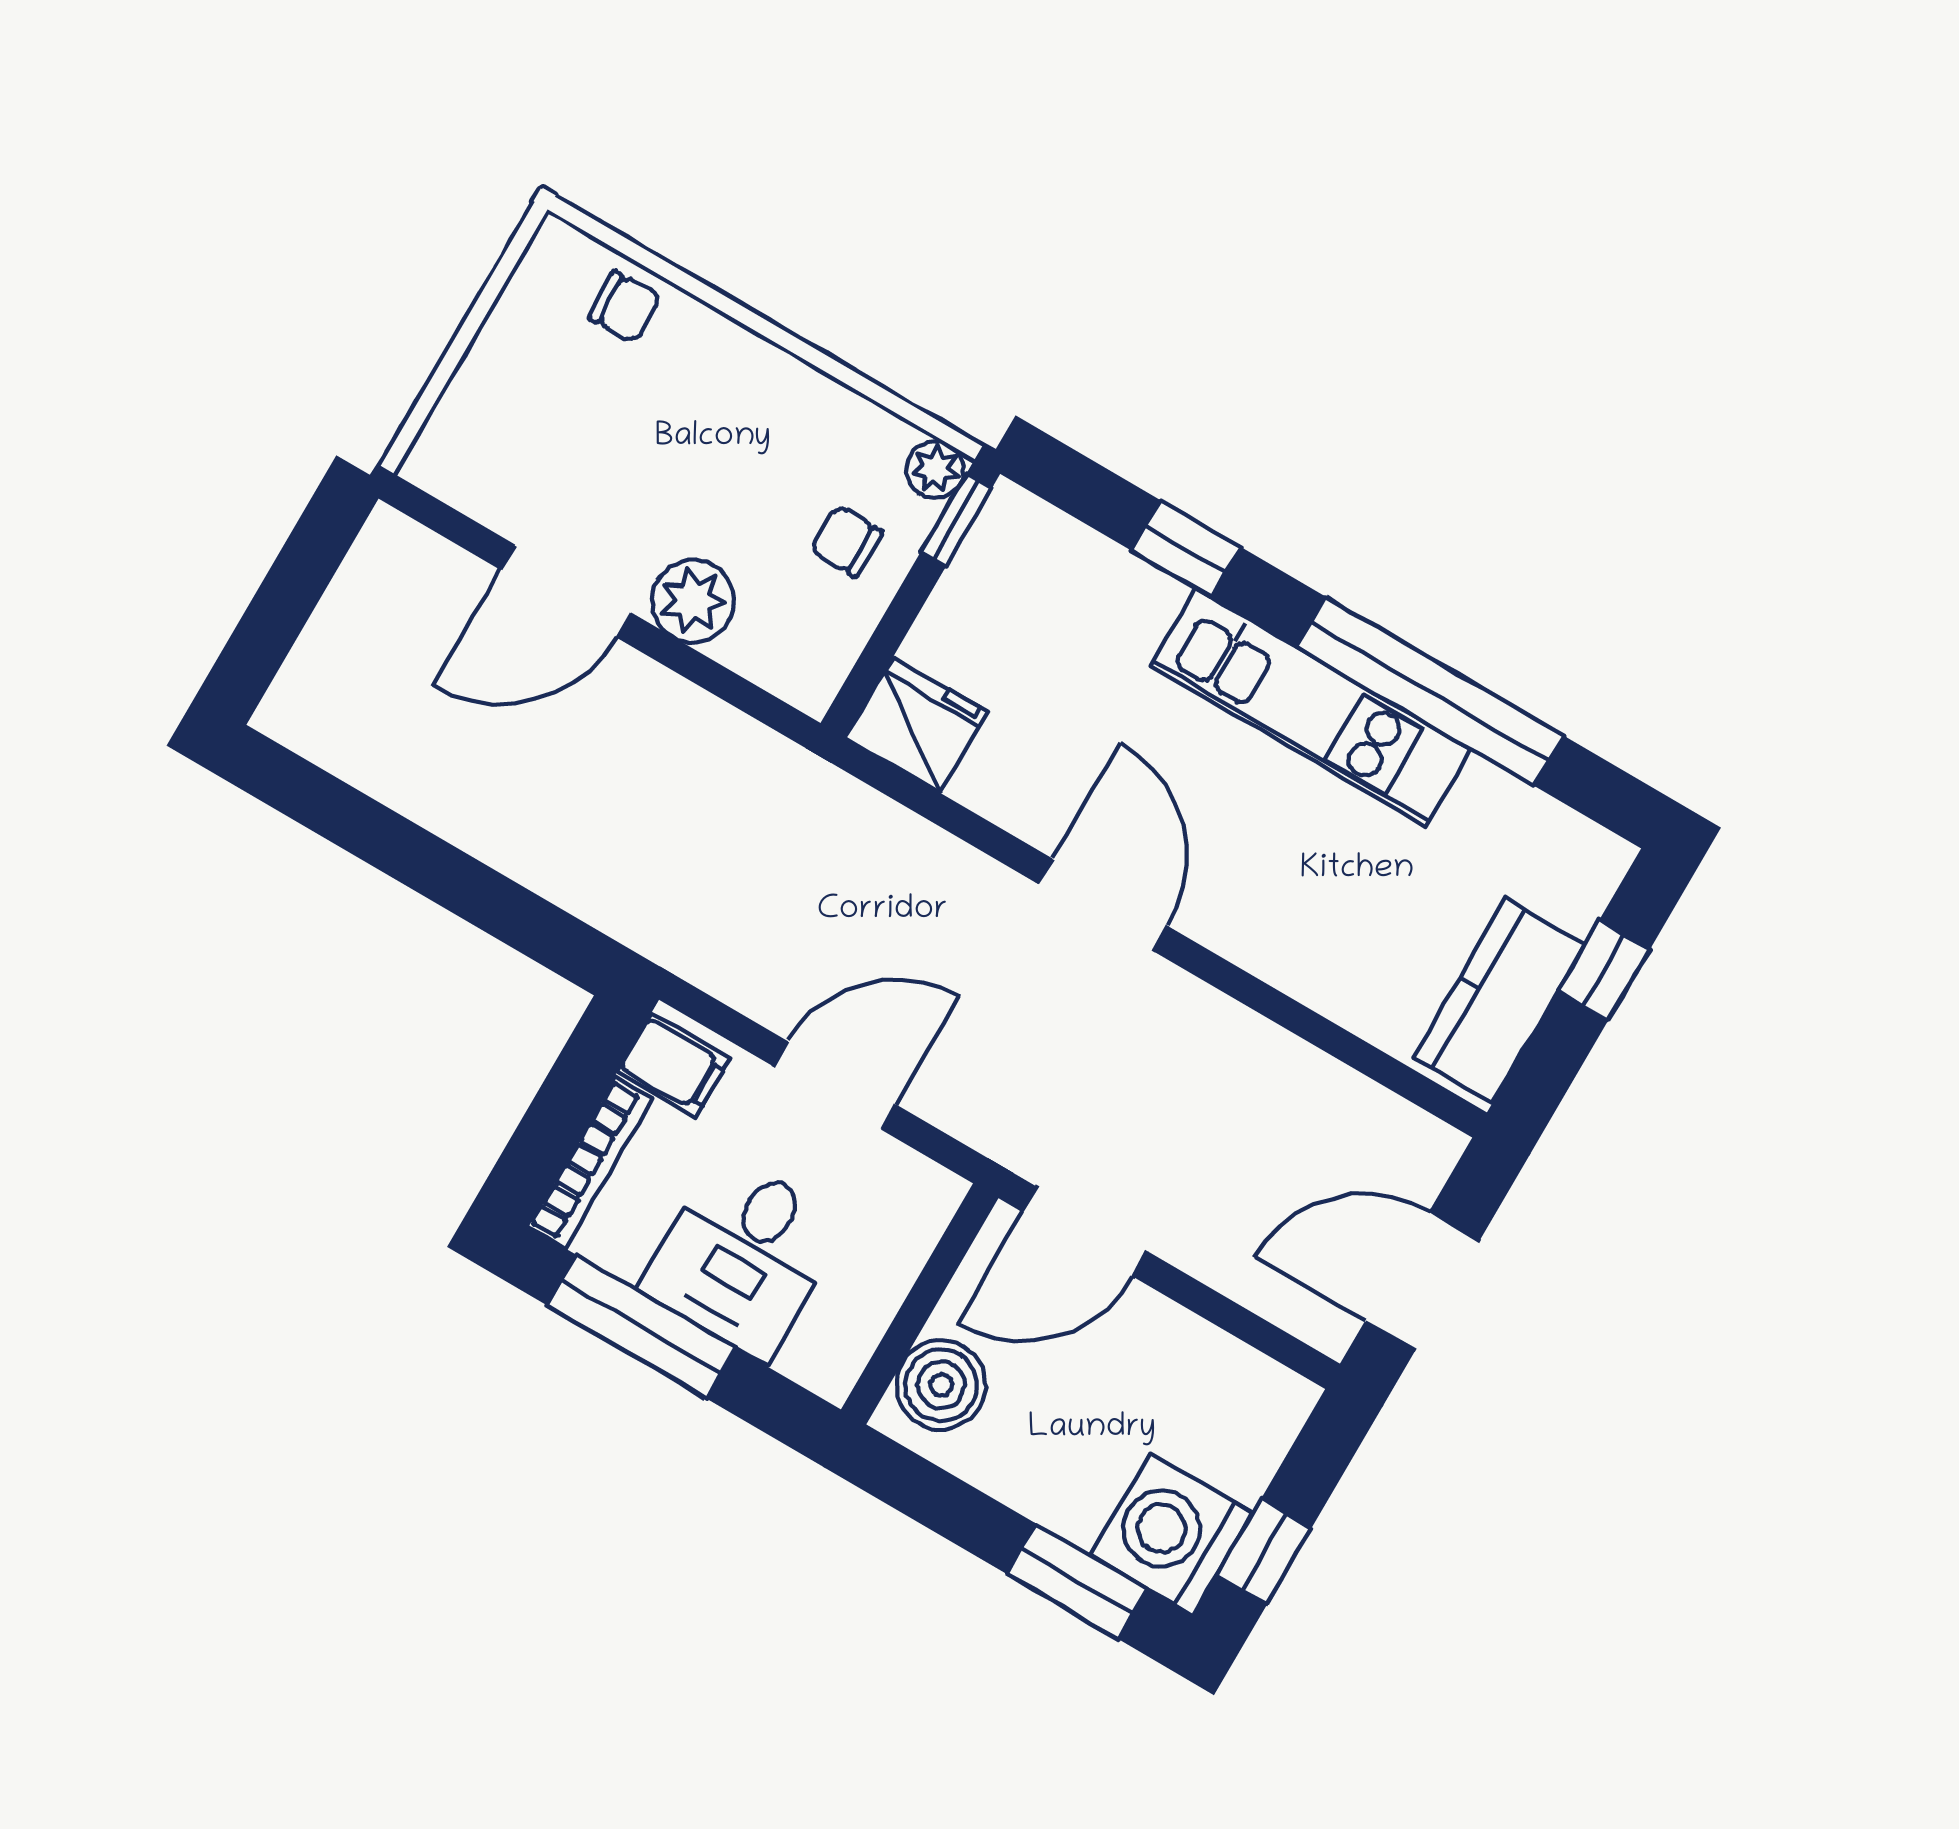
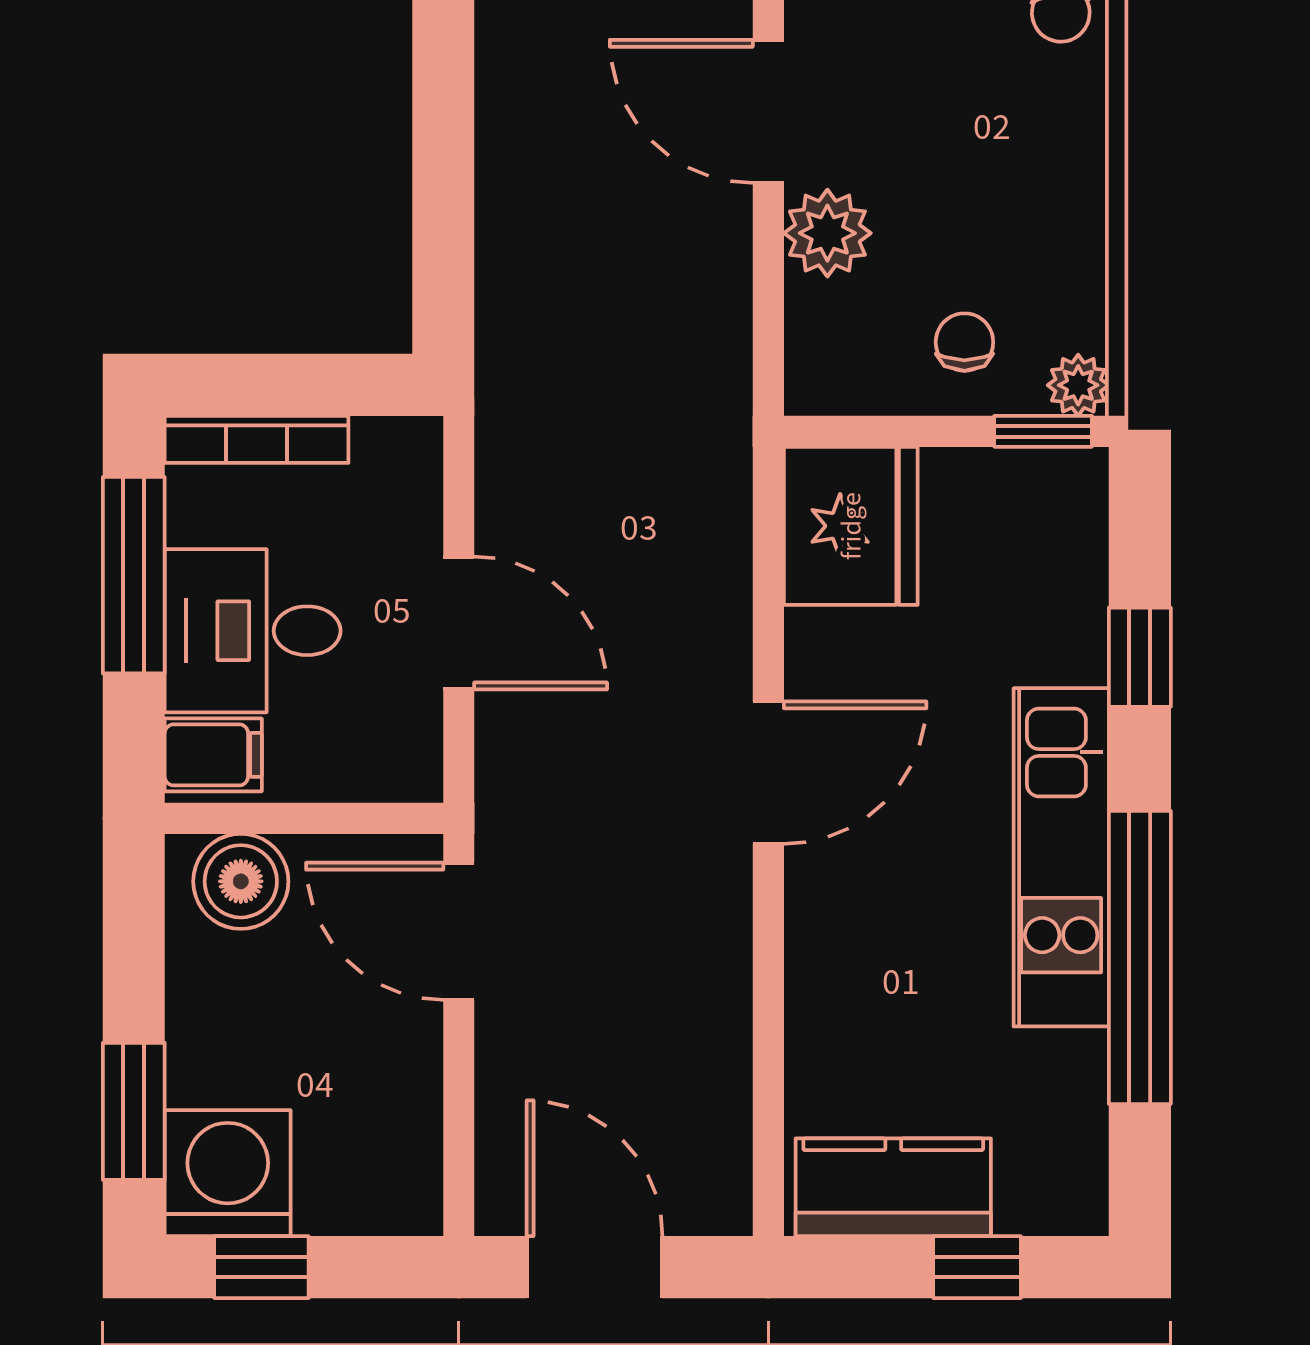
fridge: (917, 725) -> (851, 526), width x1.36, depth x1.34
filing cabinet: (674, 1065) -> (213, 755), moved, turned -90

